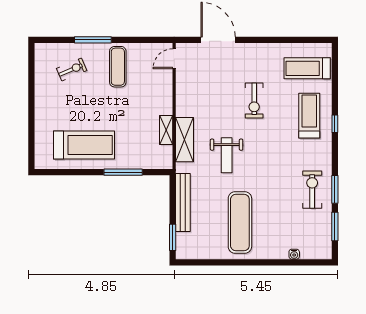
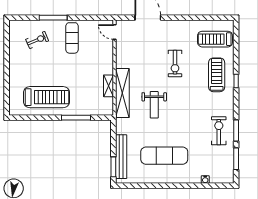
door: (174, 59) -> (115, 32), hinge flipped
shelving: (185, 140) -> (122, 93), width x1.47
bench: (183, 203) -> (121, 157), moved
exercise mat: (240, 222) -> (164, 156), turned 90

